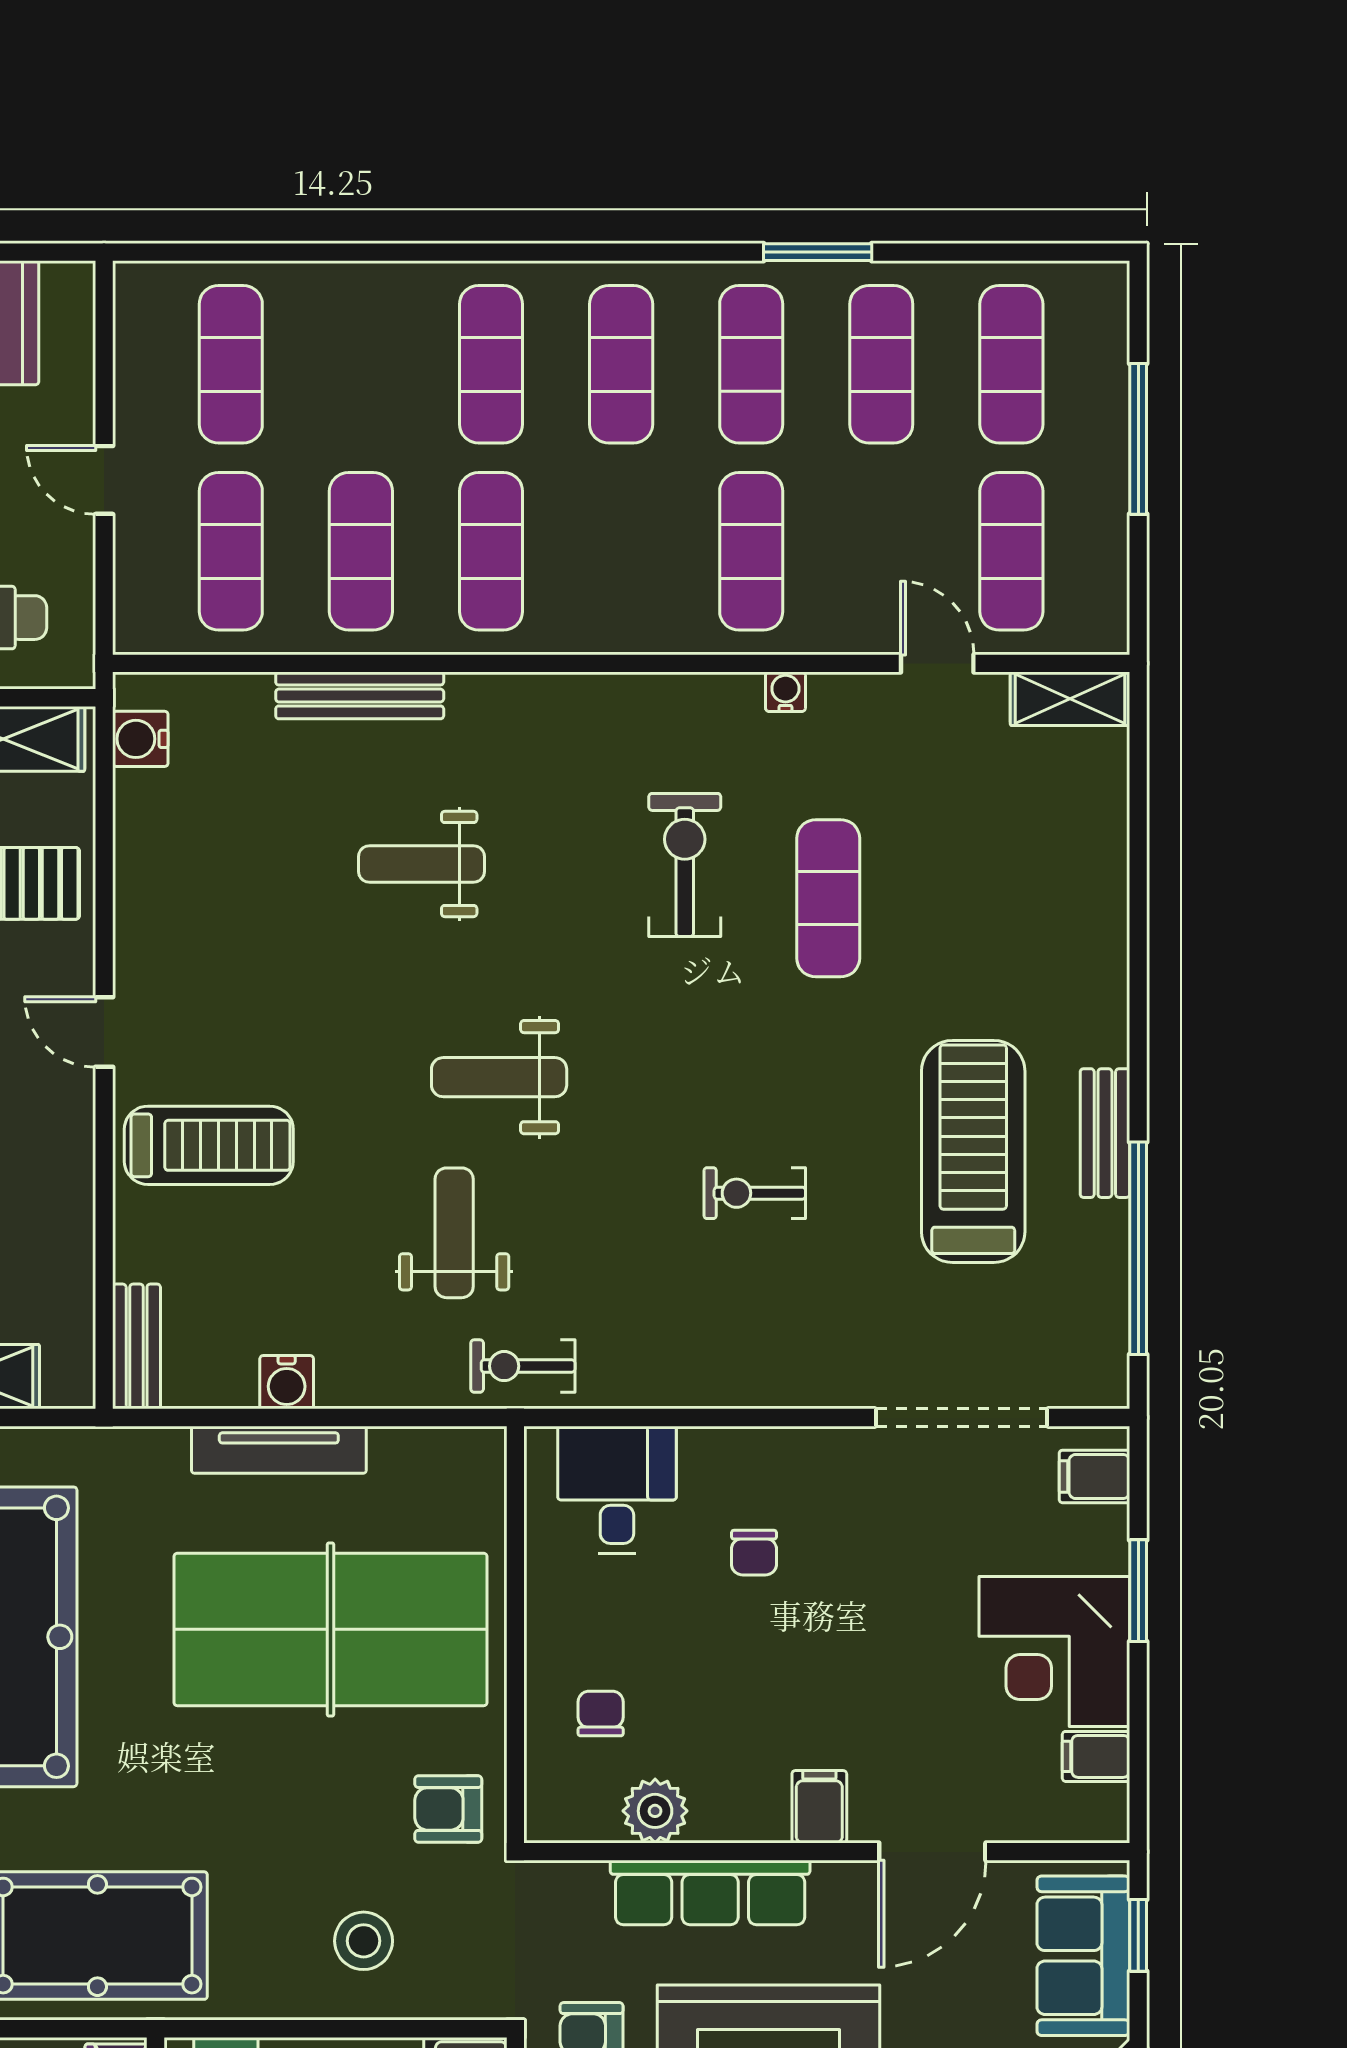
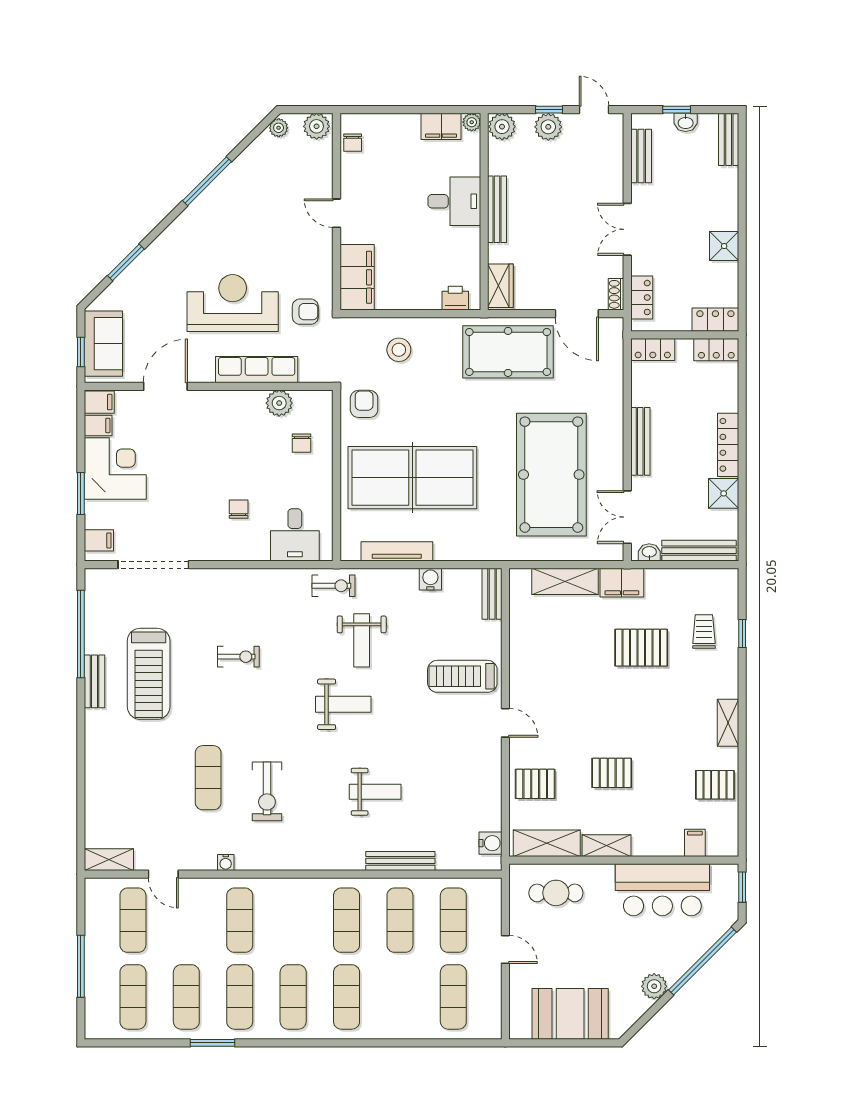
tv unit: (279, 1450) -> (397, 551), moved
filing cabinet: (819, 1807) -> (99, 402), moved, turned -90
armchair: (448, 1809) -> (364, 404), turned -90

